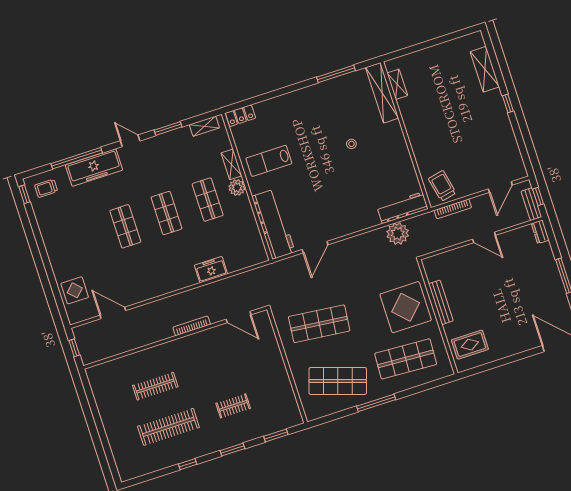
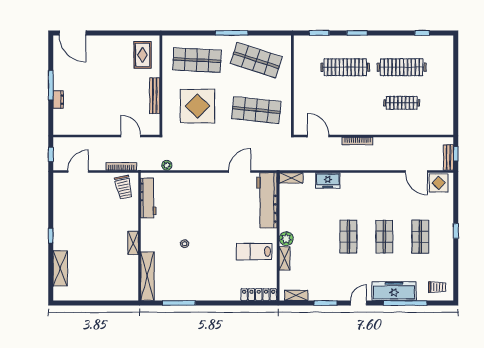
shelving: (397, 84) -> (133, 243), moved
locker: (240, 116) -> (259, 295), width x1.53
door: (130, 141) -> (358, 303), swing flipped
lab bench: (269, 161) -> (254, 251), turned 180
window: (24, 194) -> (456, 231), moved
shop shelf: (208, 200) -> (420, 237), moved
bench: (531, 204) -> (448, 157), moved
workbench: (402, 208) -> (148, 198), moved, turned -90
dresser: (540, 232) -> (58, 100), moved
plant: (398, 234) -> (167, 165), width x0.53, depth x0.53
door: (484, 237) -> (131, 136), moved
shelving: (254, 259) -> (291, 178), added
display table: (75, 290) -> (439, 183), moved
display table: (406, 307) -> (197, 106), moved
rug: (470, 345) -> (143, 55), turned 90
clothes rail: (233, 406) -> (345, 67), width x1.86, depth x1.31
window: (188, 464) -> (422, 33), moved

